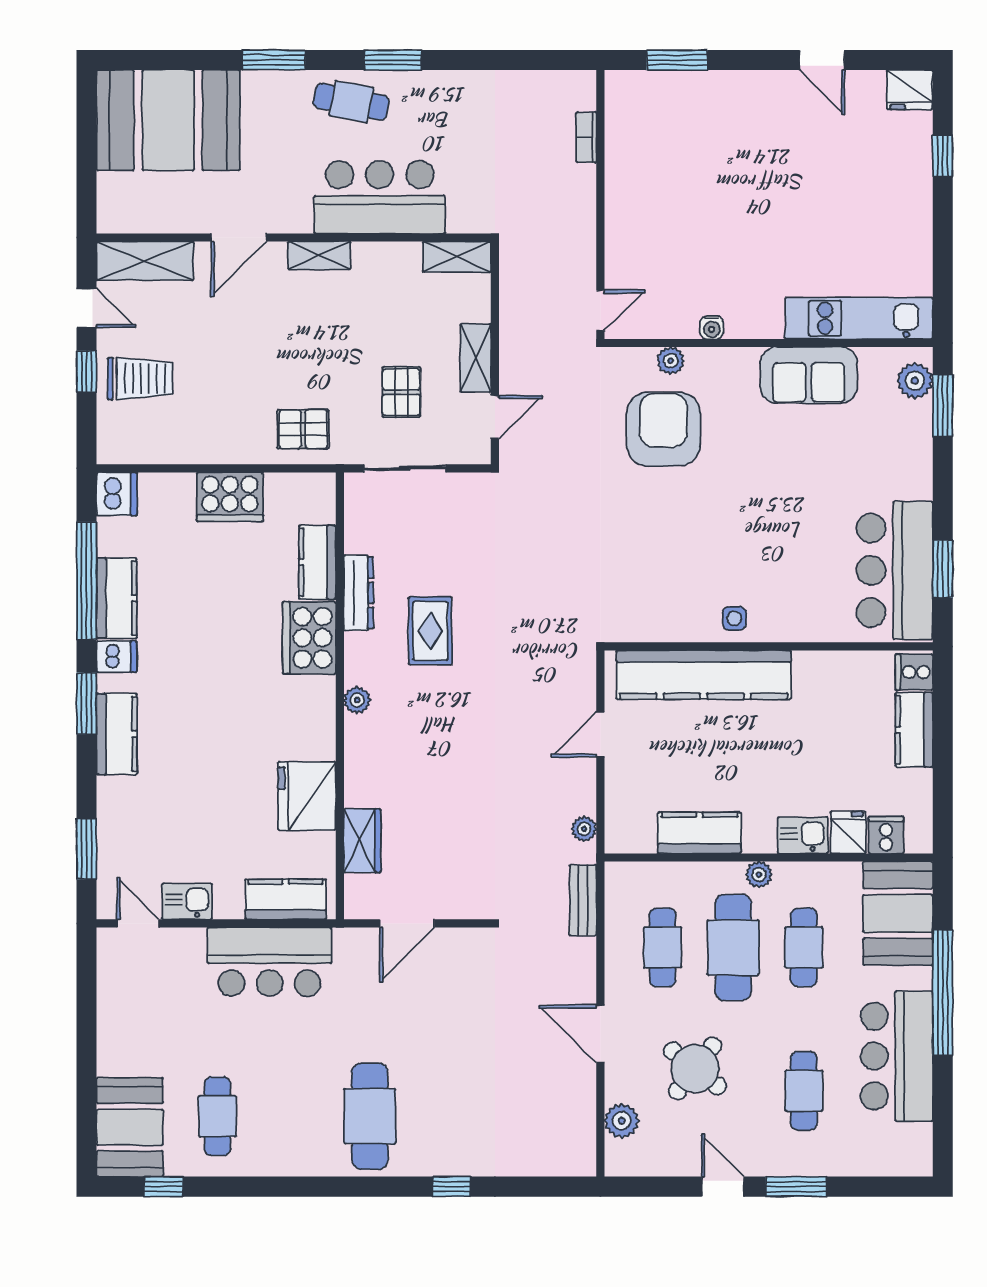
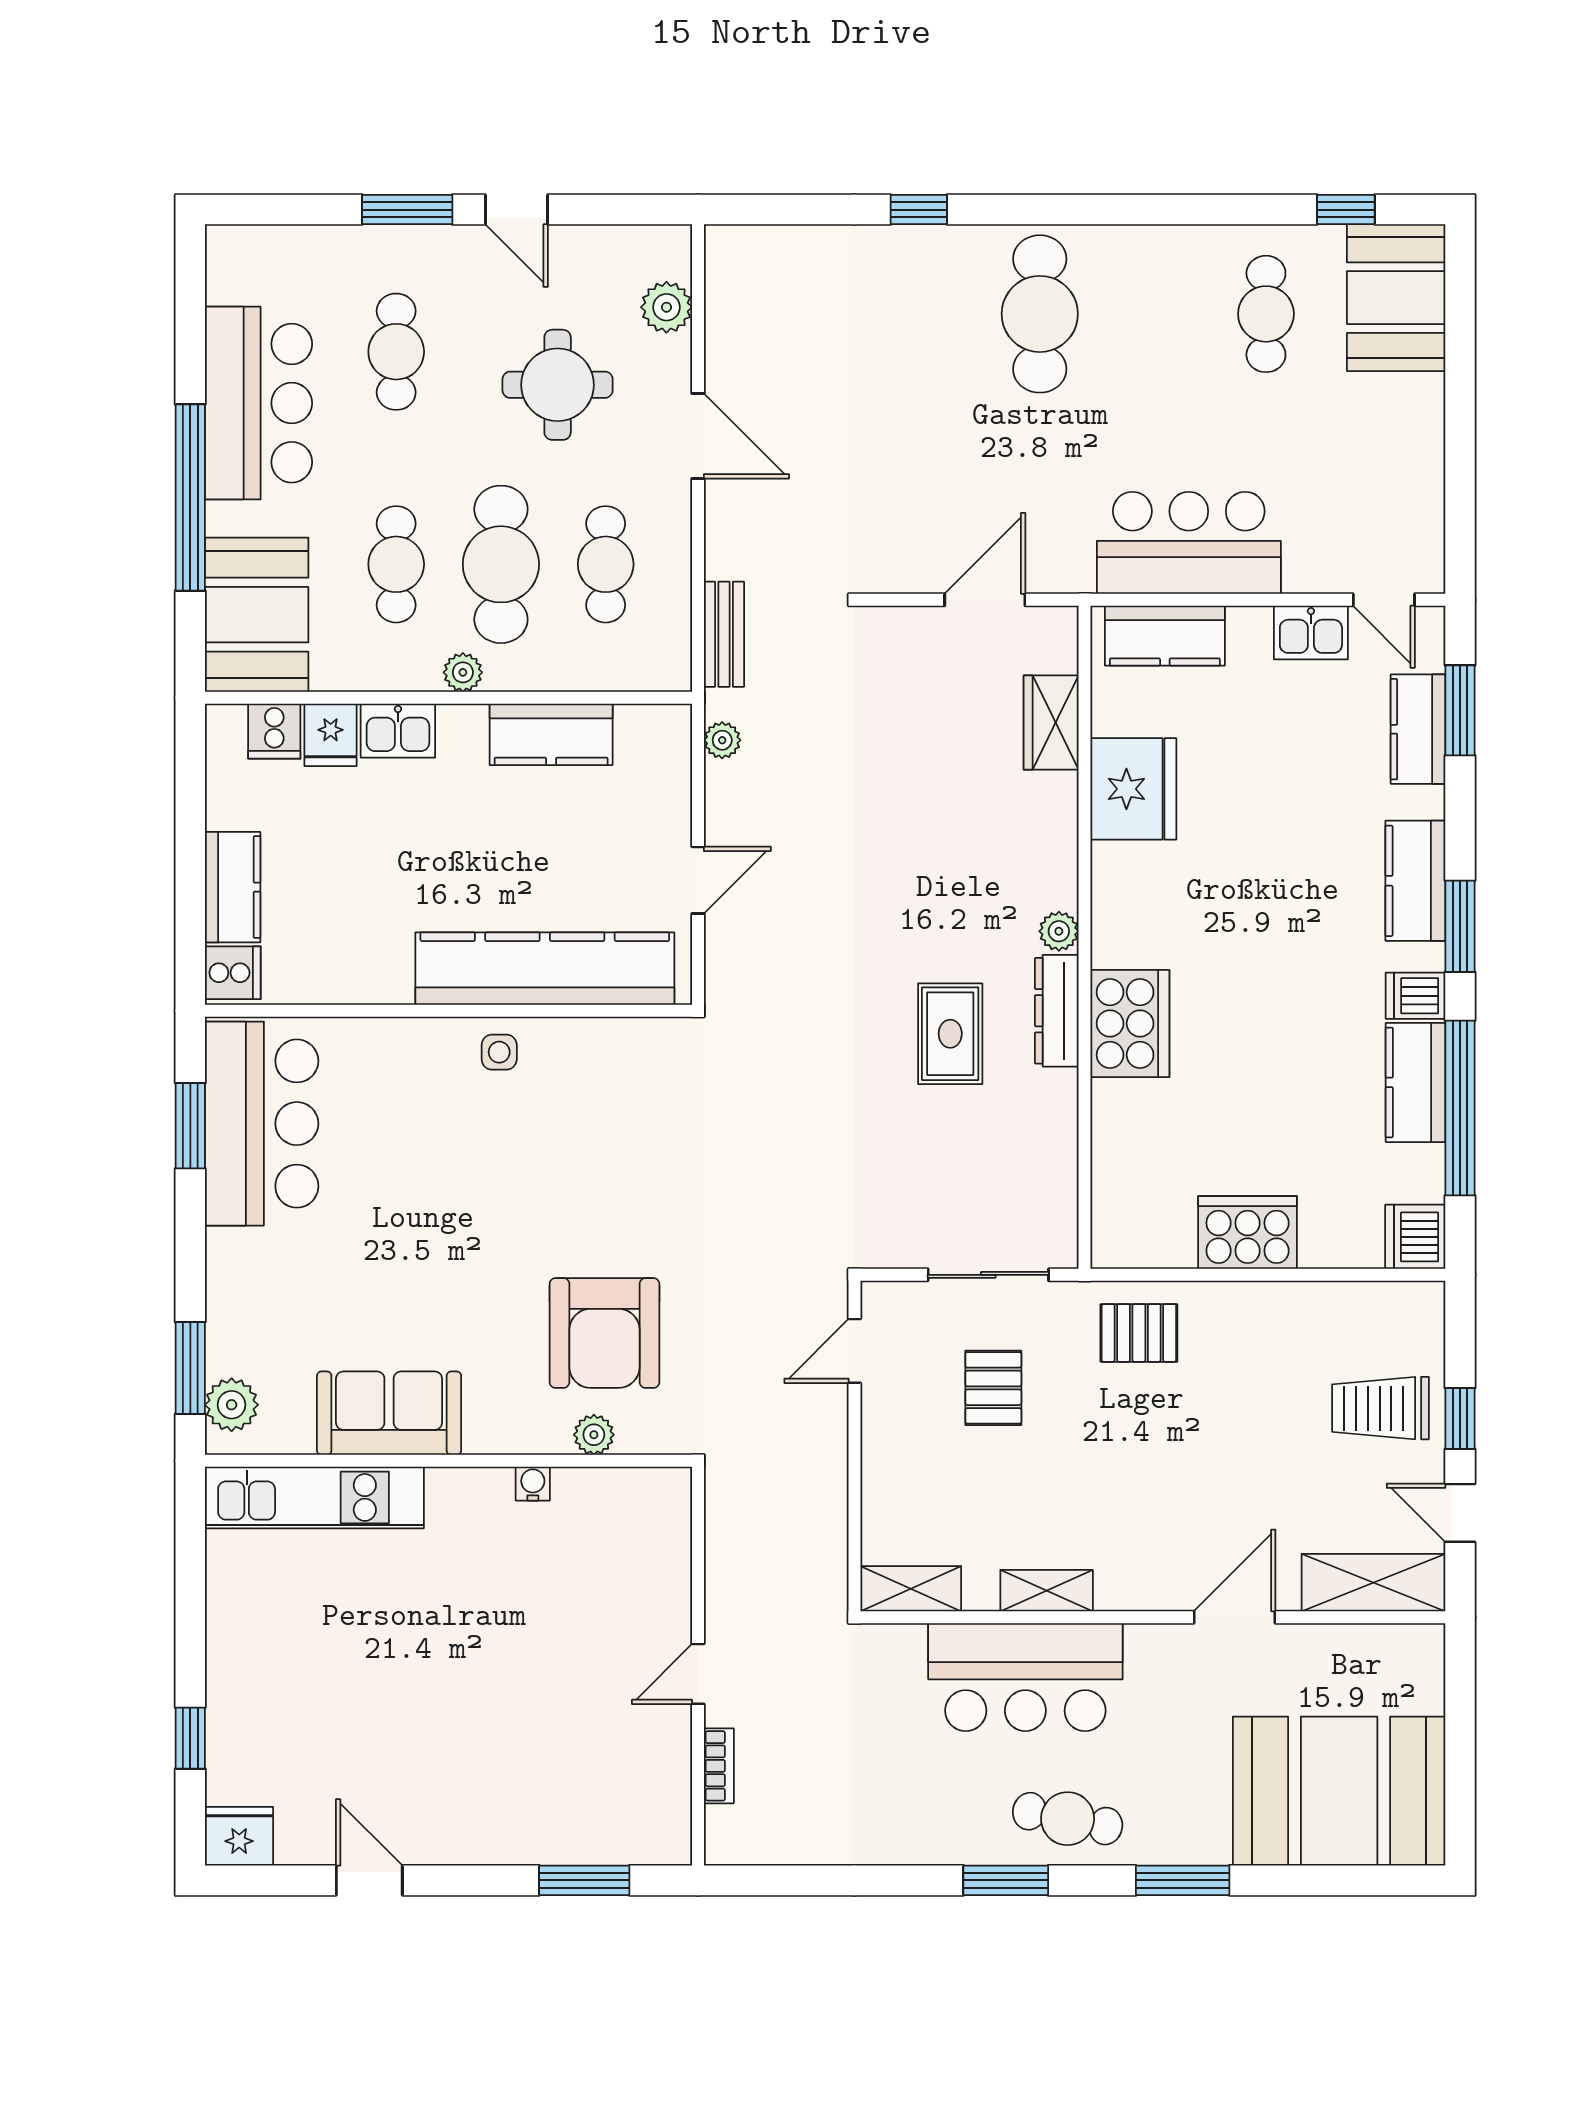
shelving: (319, 255) -> (1047, 1591), moved
door: (600, 310) -> (698, 1674), moved
shelving: (476, 358) -> (883, 1439), removed
kitchen counter: (317, 562) -> (1418, 729), moved, turned 180
dresser: (359, 593) -> (1057, 1011), moved
round table: (695, 1068) -> (558, 385), turned -38

